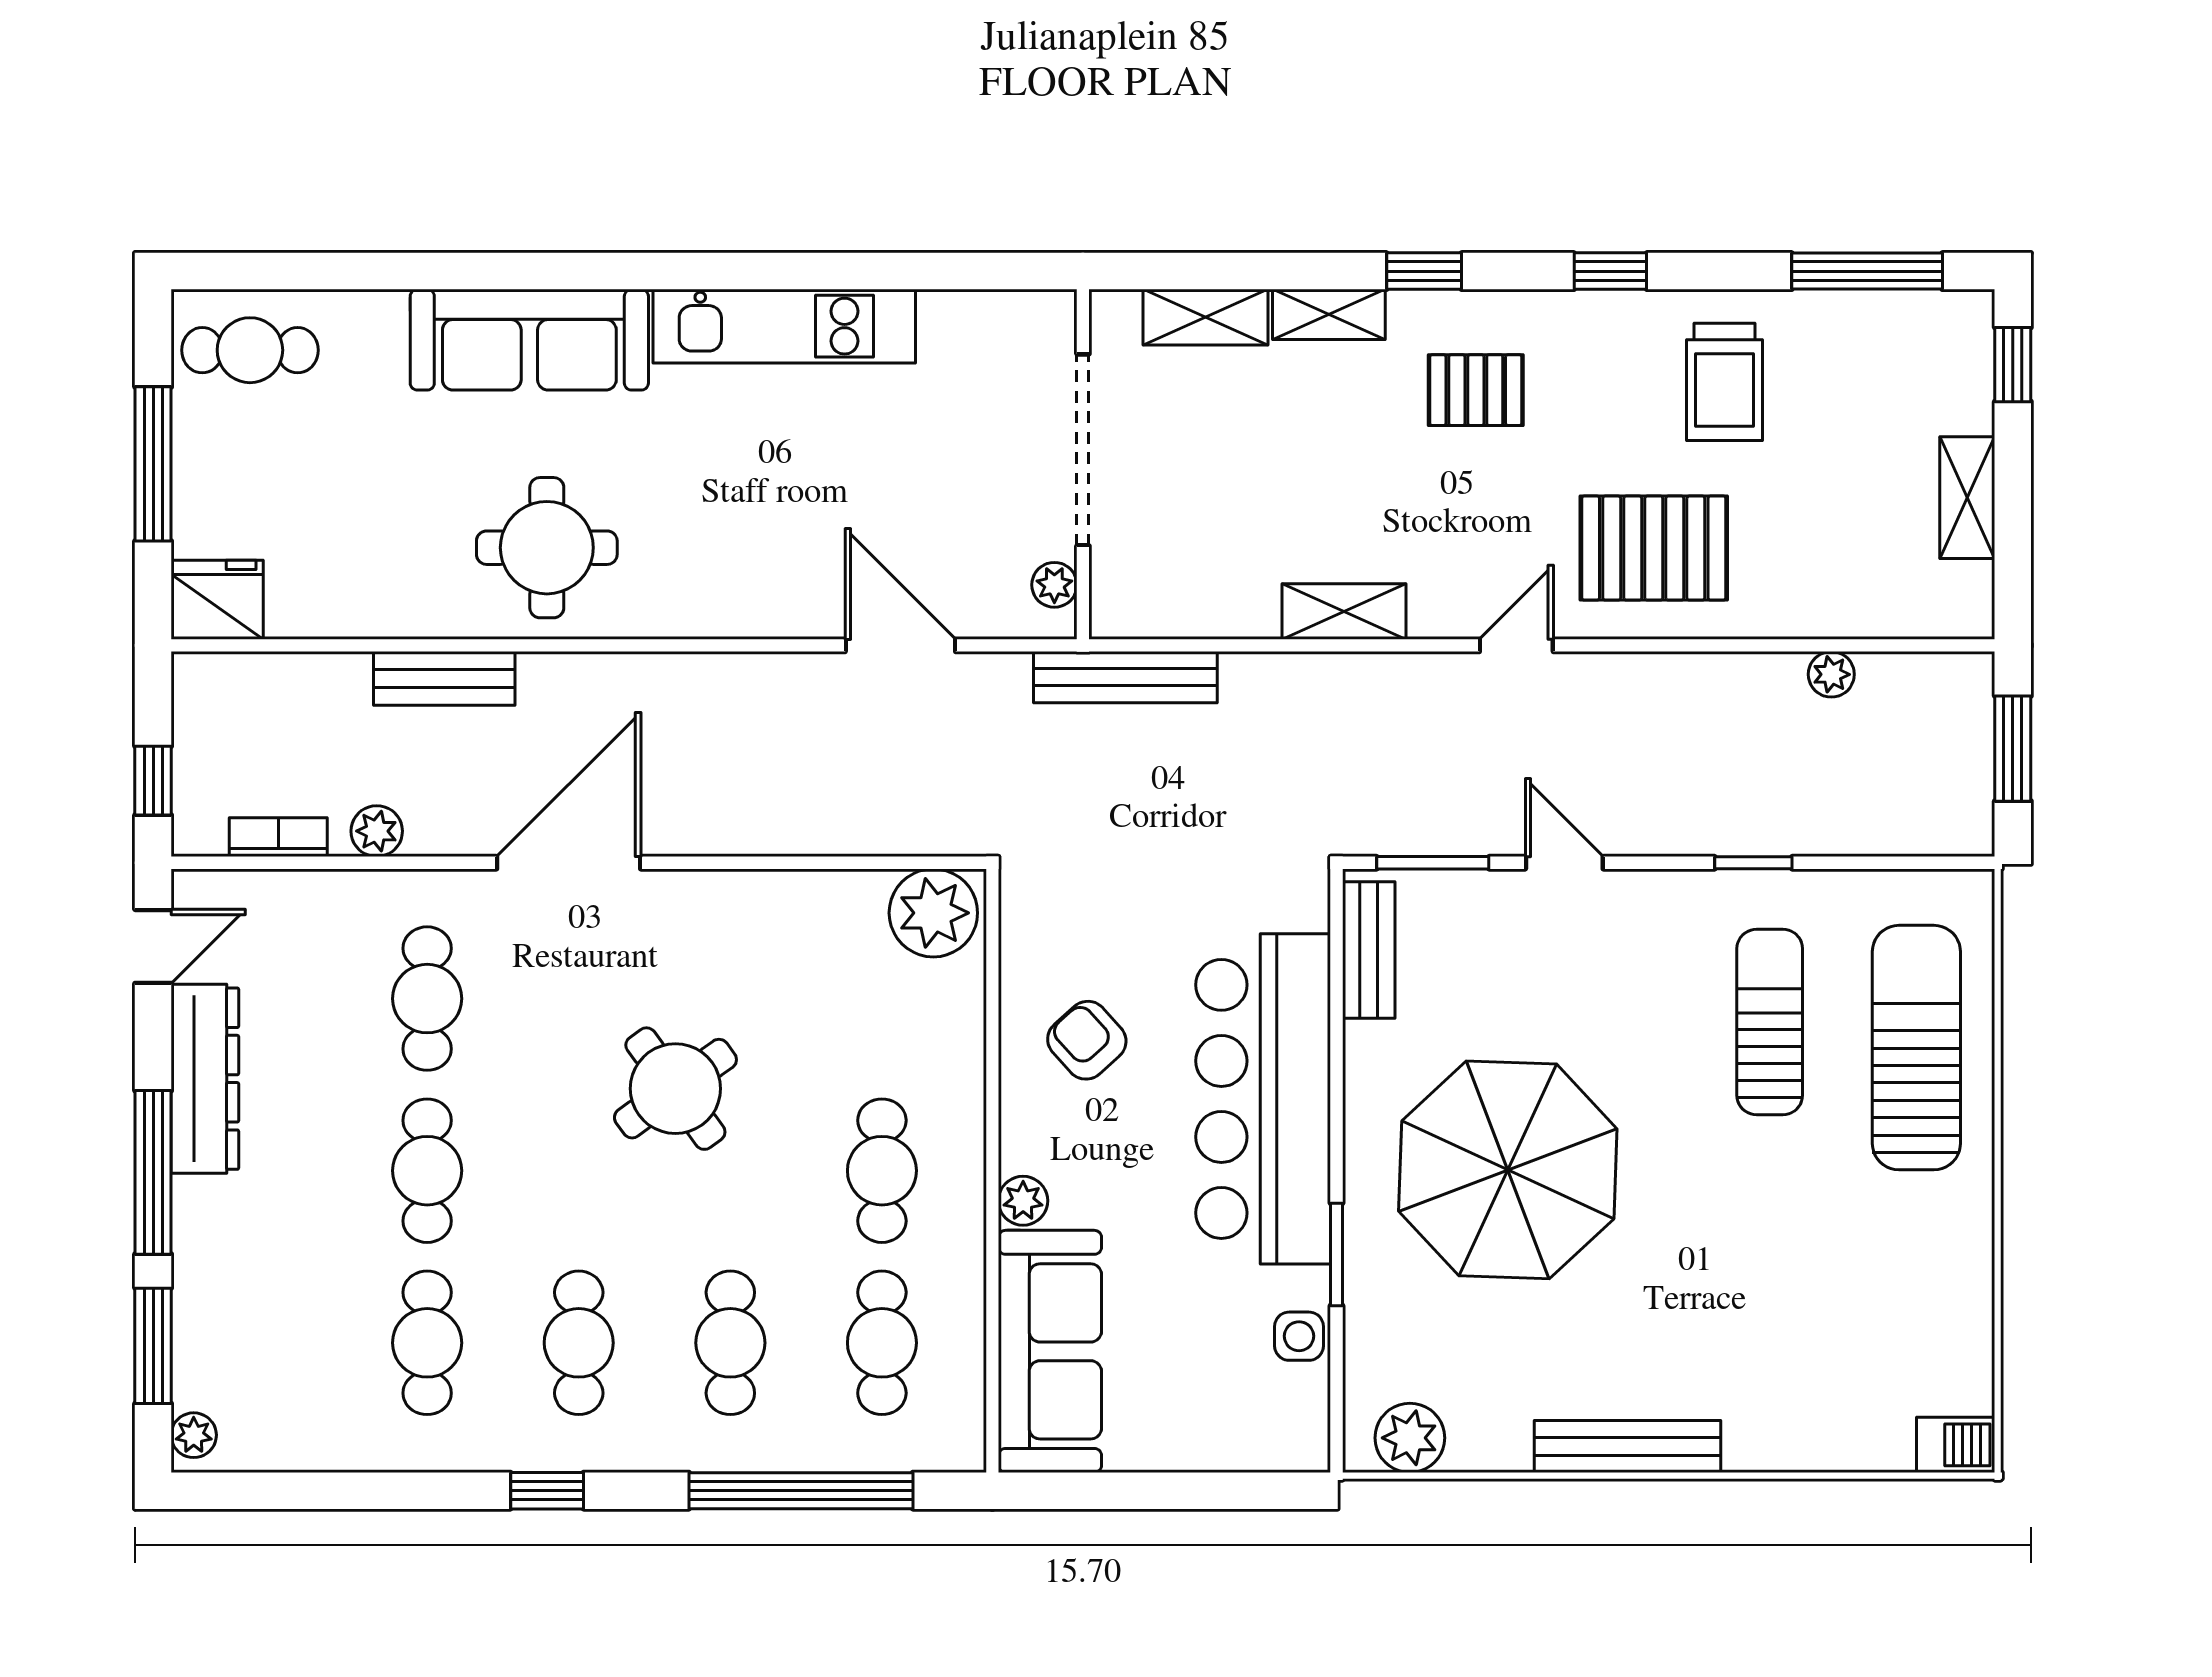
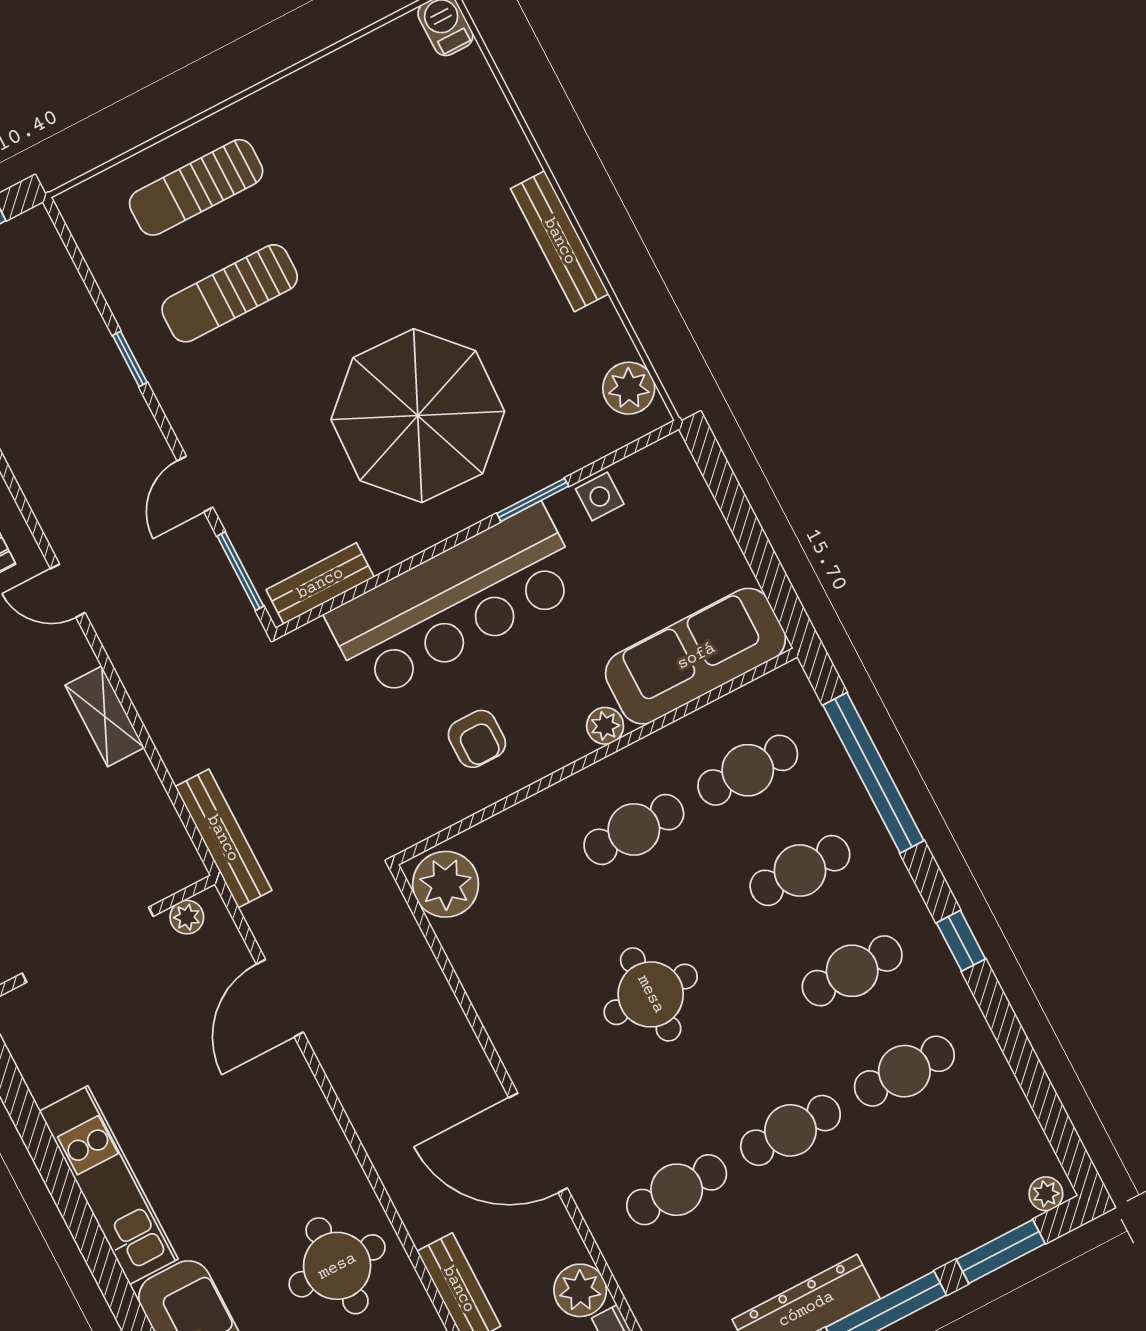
plant: (377, 831) -> (580, 1290), width x1.38, depth x1.38
armchair: (1087, 1040) -> (477, 739), turned -48
sun lounger: (1916, 1048) -> (196, 187), width x0.73, depth x0.75
round table: (675, 1089) -> (651, 994), turned 36

